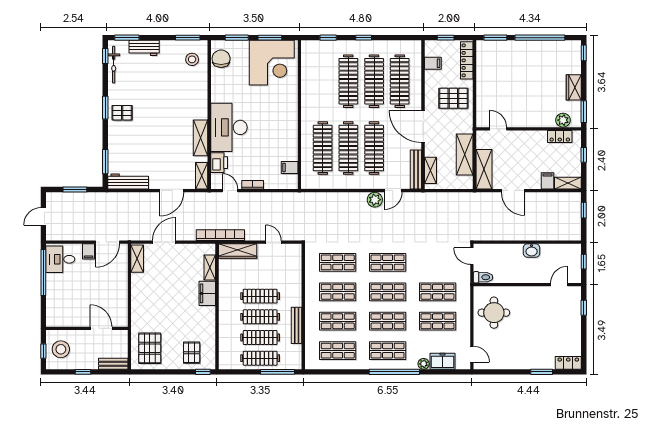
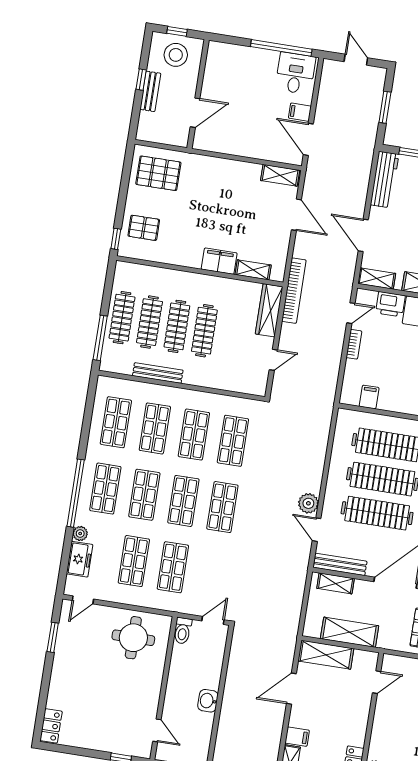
bench: (113, 364) -> (150, 91), moved
window: (542, 372) -> (53, 637), moved

